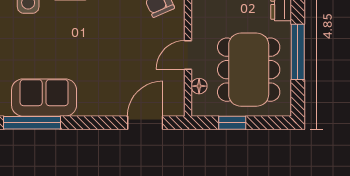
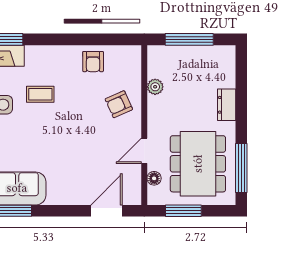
window: (298, 52) -> (241, 168), moved
window: (232, 123) -> (183, 211), width x1.50

